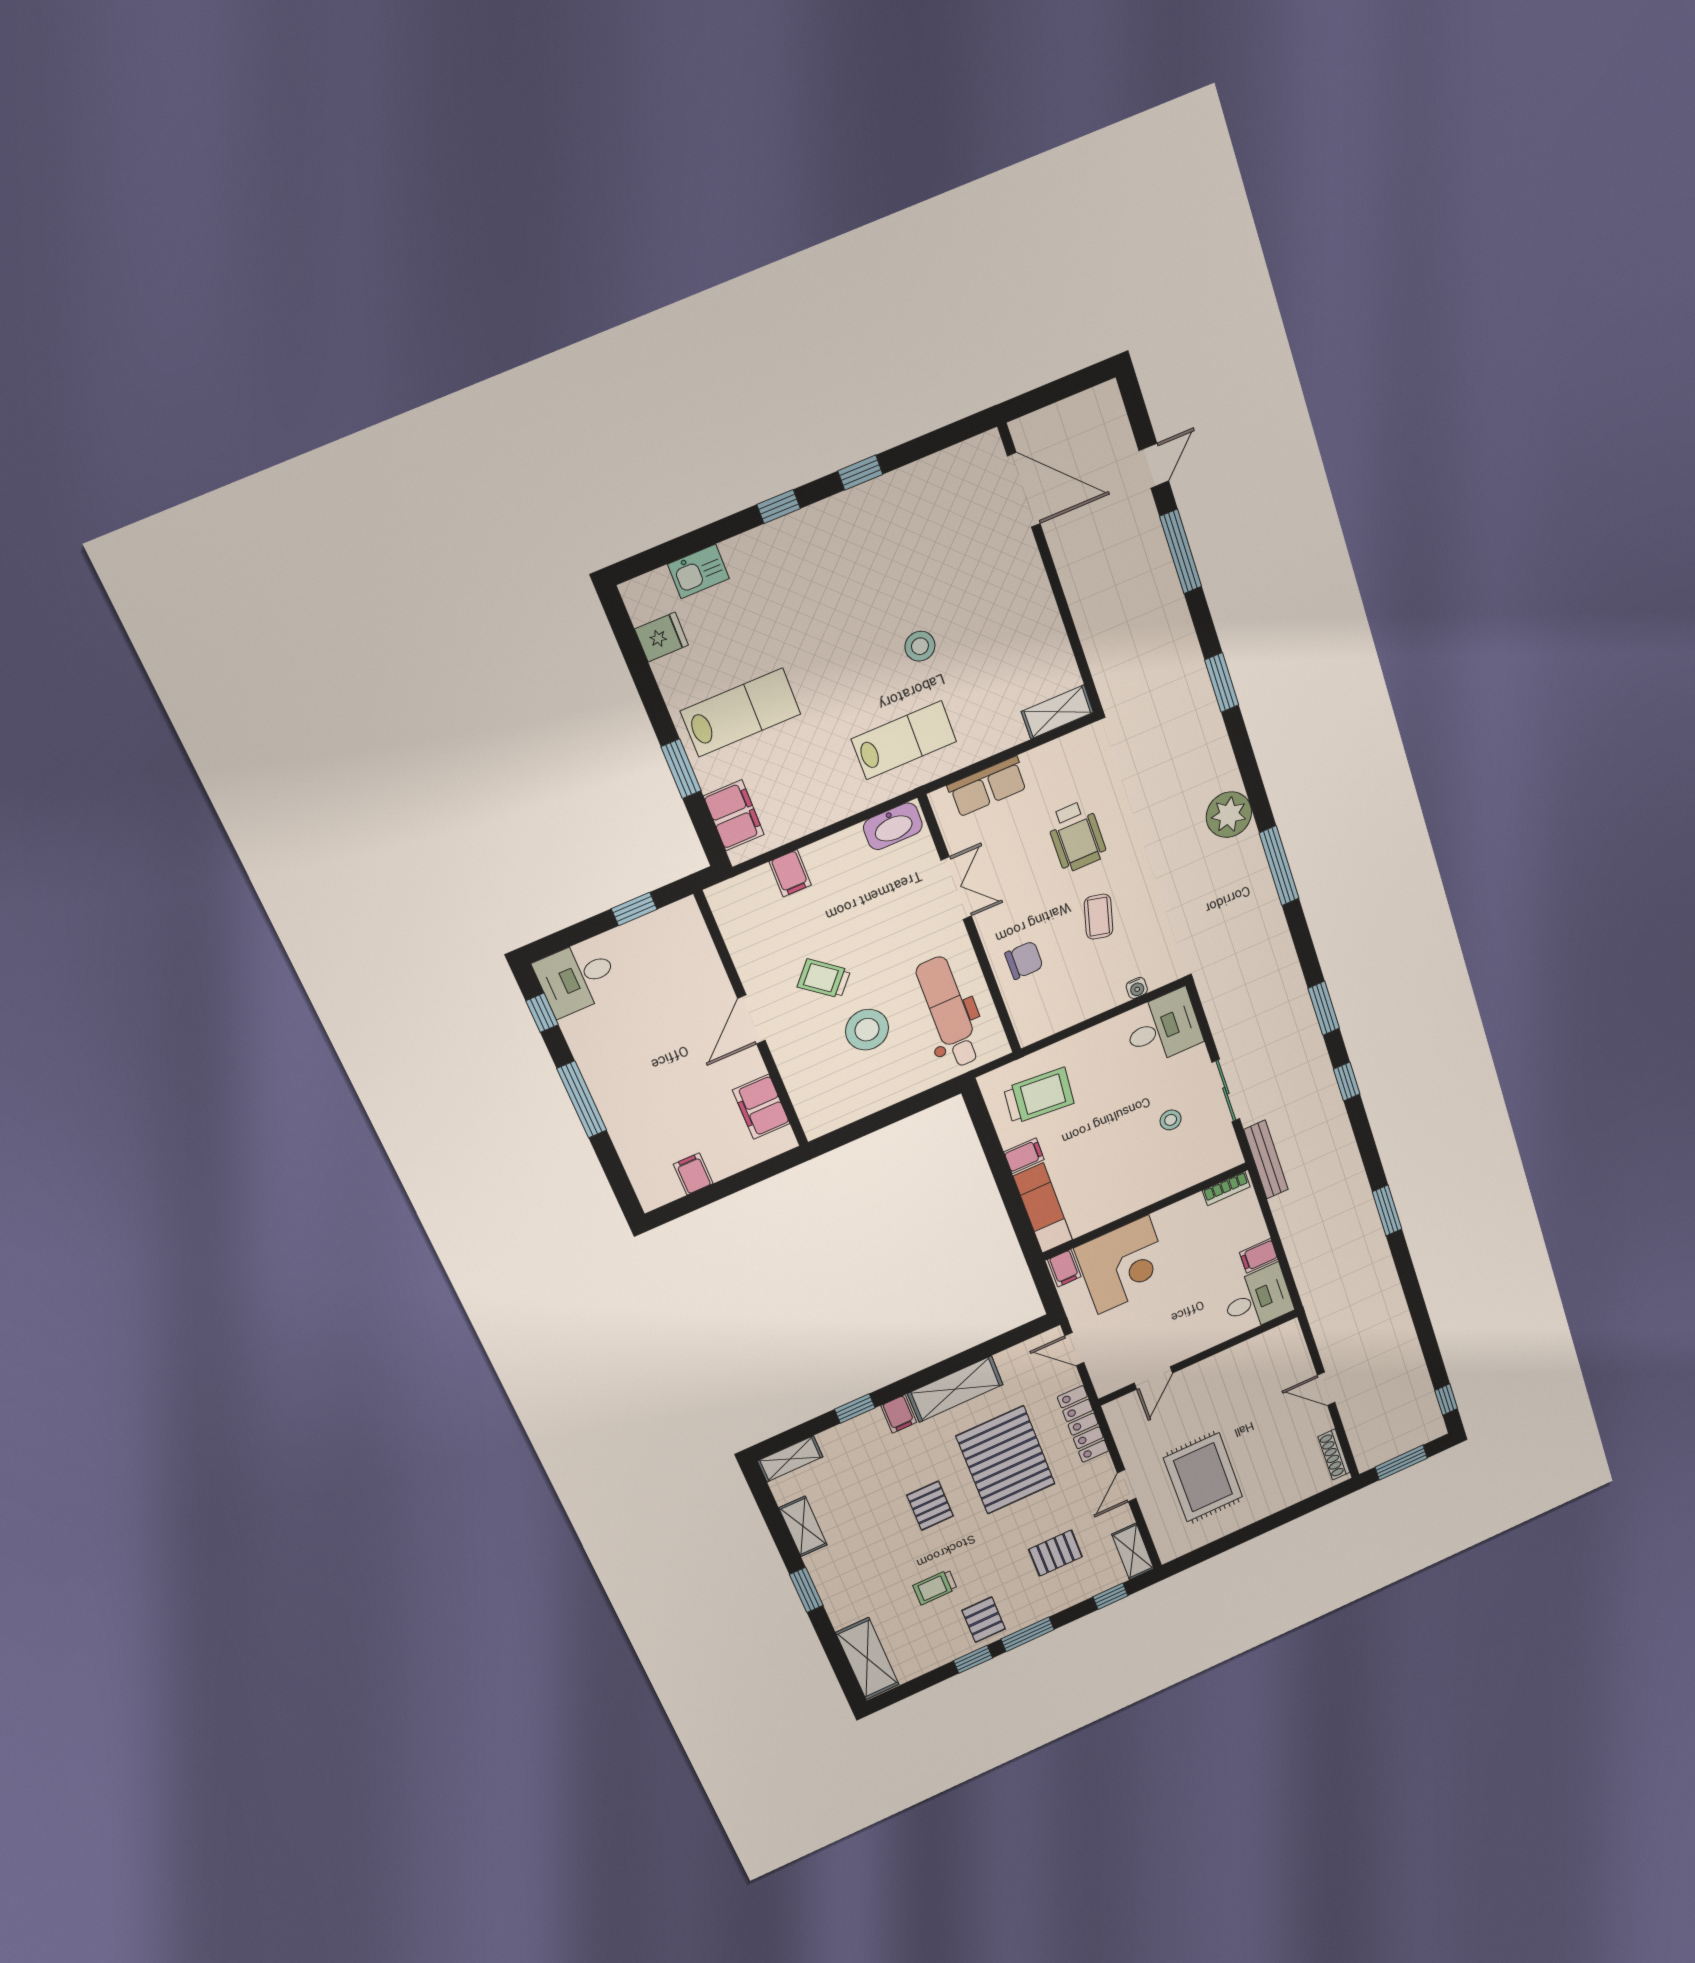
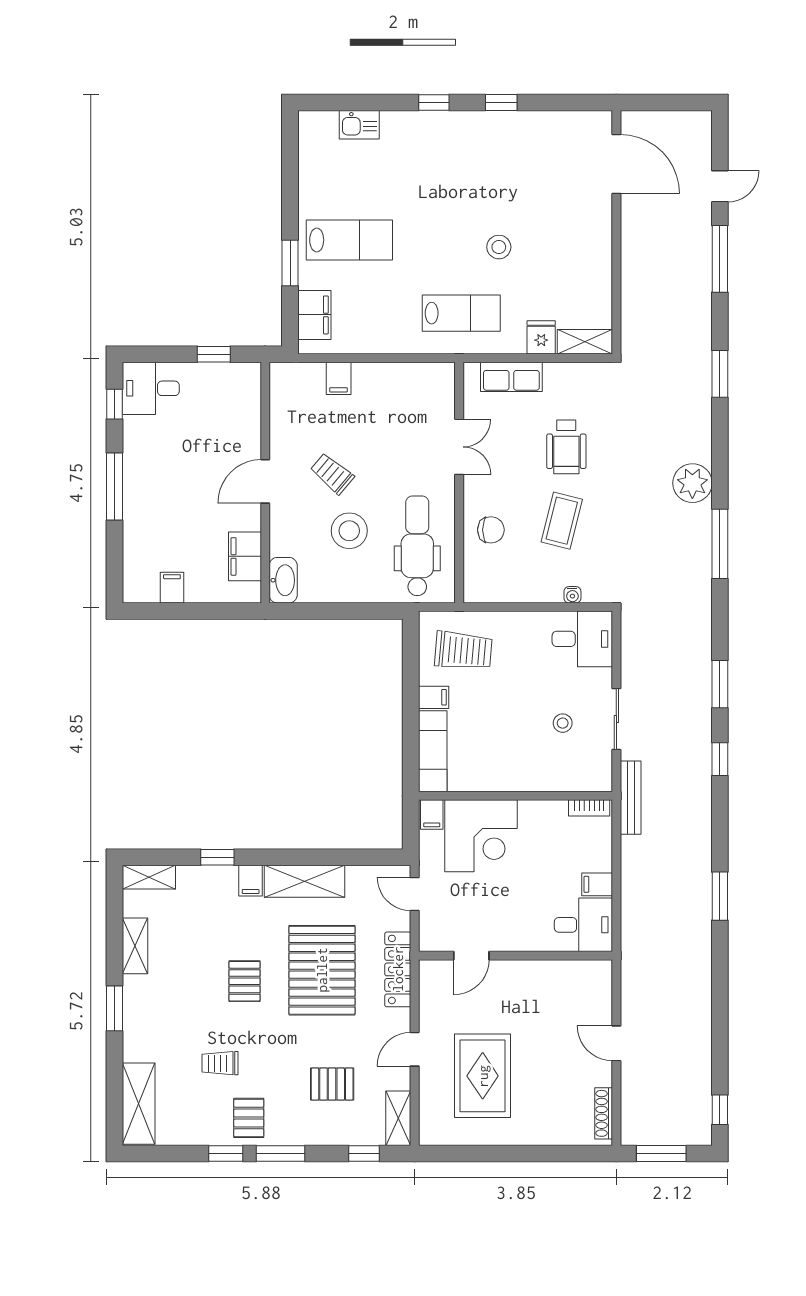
fridge: (662, 637) -> (541, 337), moved, turned -90
washbasin: (893, 826) -> (283, 580), moved, turned -90
coffee table: (1099, 917) -> (562, 521), width x1.36, depth x1.30

